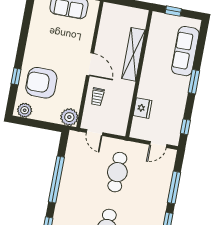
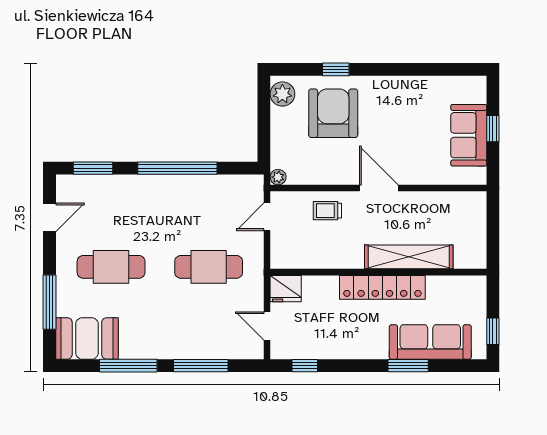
window: (173, 11) -> (493, 331), moved
door: (90, 64) -> (379, 188), swing flipped
locker: (148, 73) -> (382, 287), added
window: (194, 82) -> (408, 366), moved
fridge: (142, 108) -> (286, 289), moved
plant: (69, 117) -> (278, 177), width x0.53, depth x0.53

